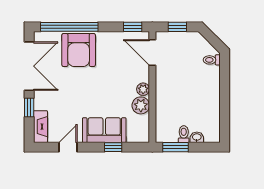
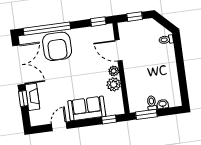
door: (152, 52) -> (119, 50), moved
fireplace: (40, 127) -> (32, 97), moved
window: (113, 147) -> (109, 120), moved

